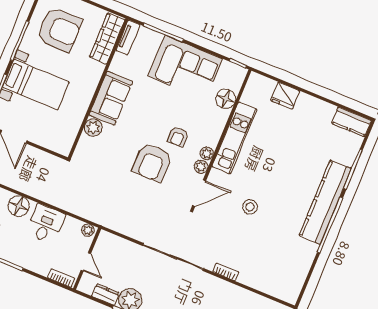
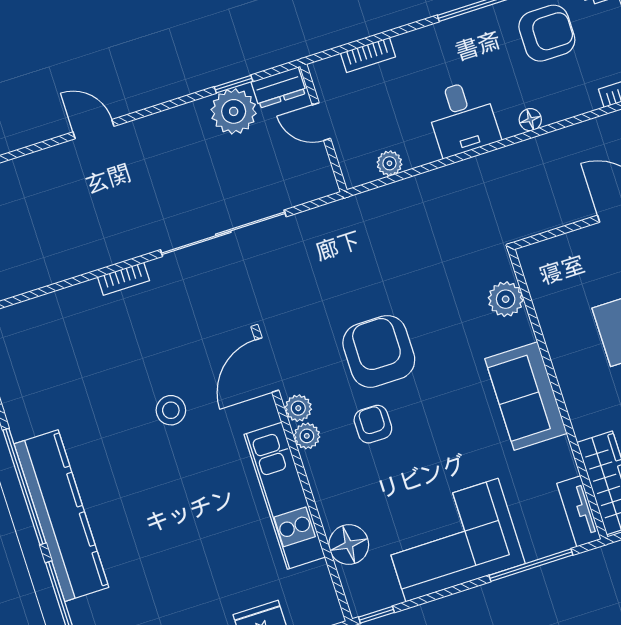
plant: (93, 128) -> (506, 299), moved
floor lamp: (19, 206) -> (530, 120), width x0.53, depth x0.53
wall: (87, 259) -> (323, 128), moved
door: (86, 262) -> (321, 122), moved

